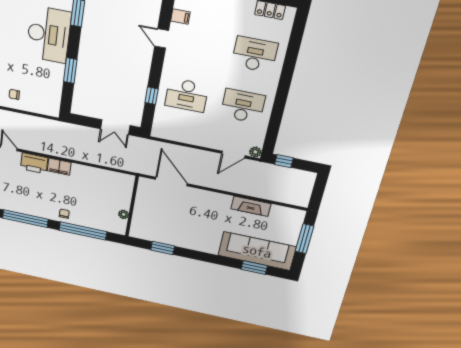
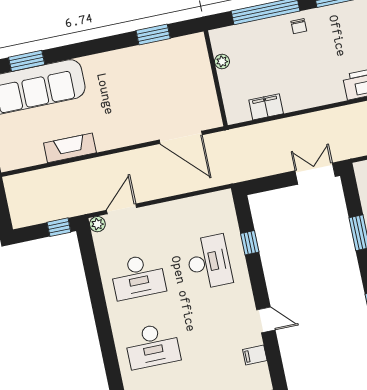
desk: (187, 95) -> (209, 262), turned 90
double door: (115, 127) -> (315, 174), moved
filing cabinet: (59, 167) -> (266, 107), moved

